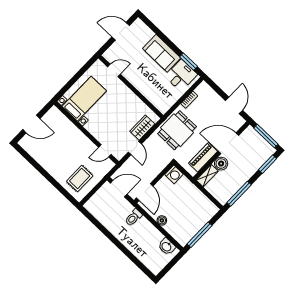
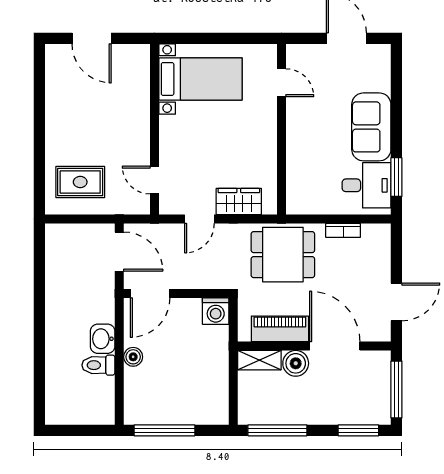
toilet: (133, 217) -> (98, 365), moved
washbasin: (167, 246) -> (103, 339), moved

